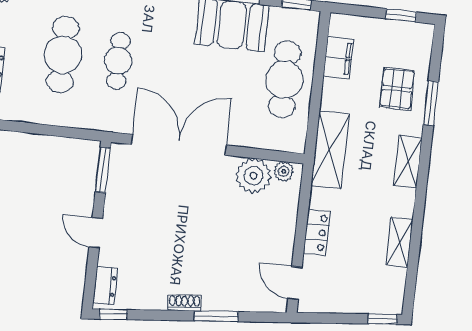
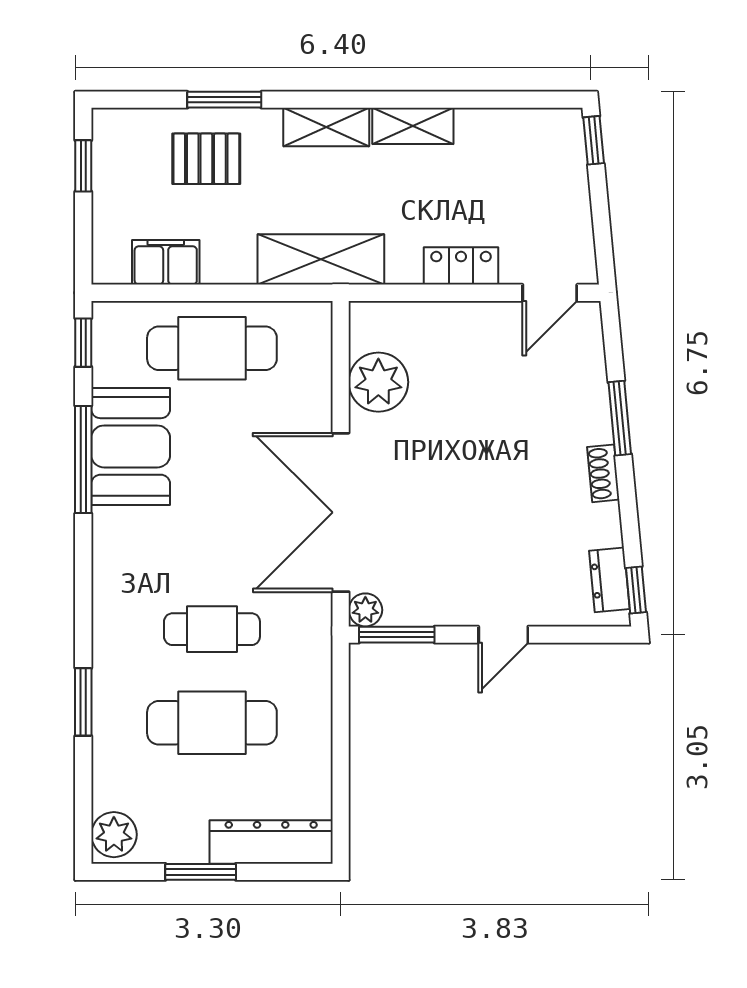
plant: (284, 171) -> (365, 610), moved
shelving: (400, 242) -> (413, 126), moved
dresser: (105, 286) -> (609, 580), moved, turned -95

